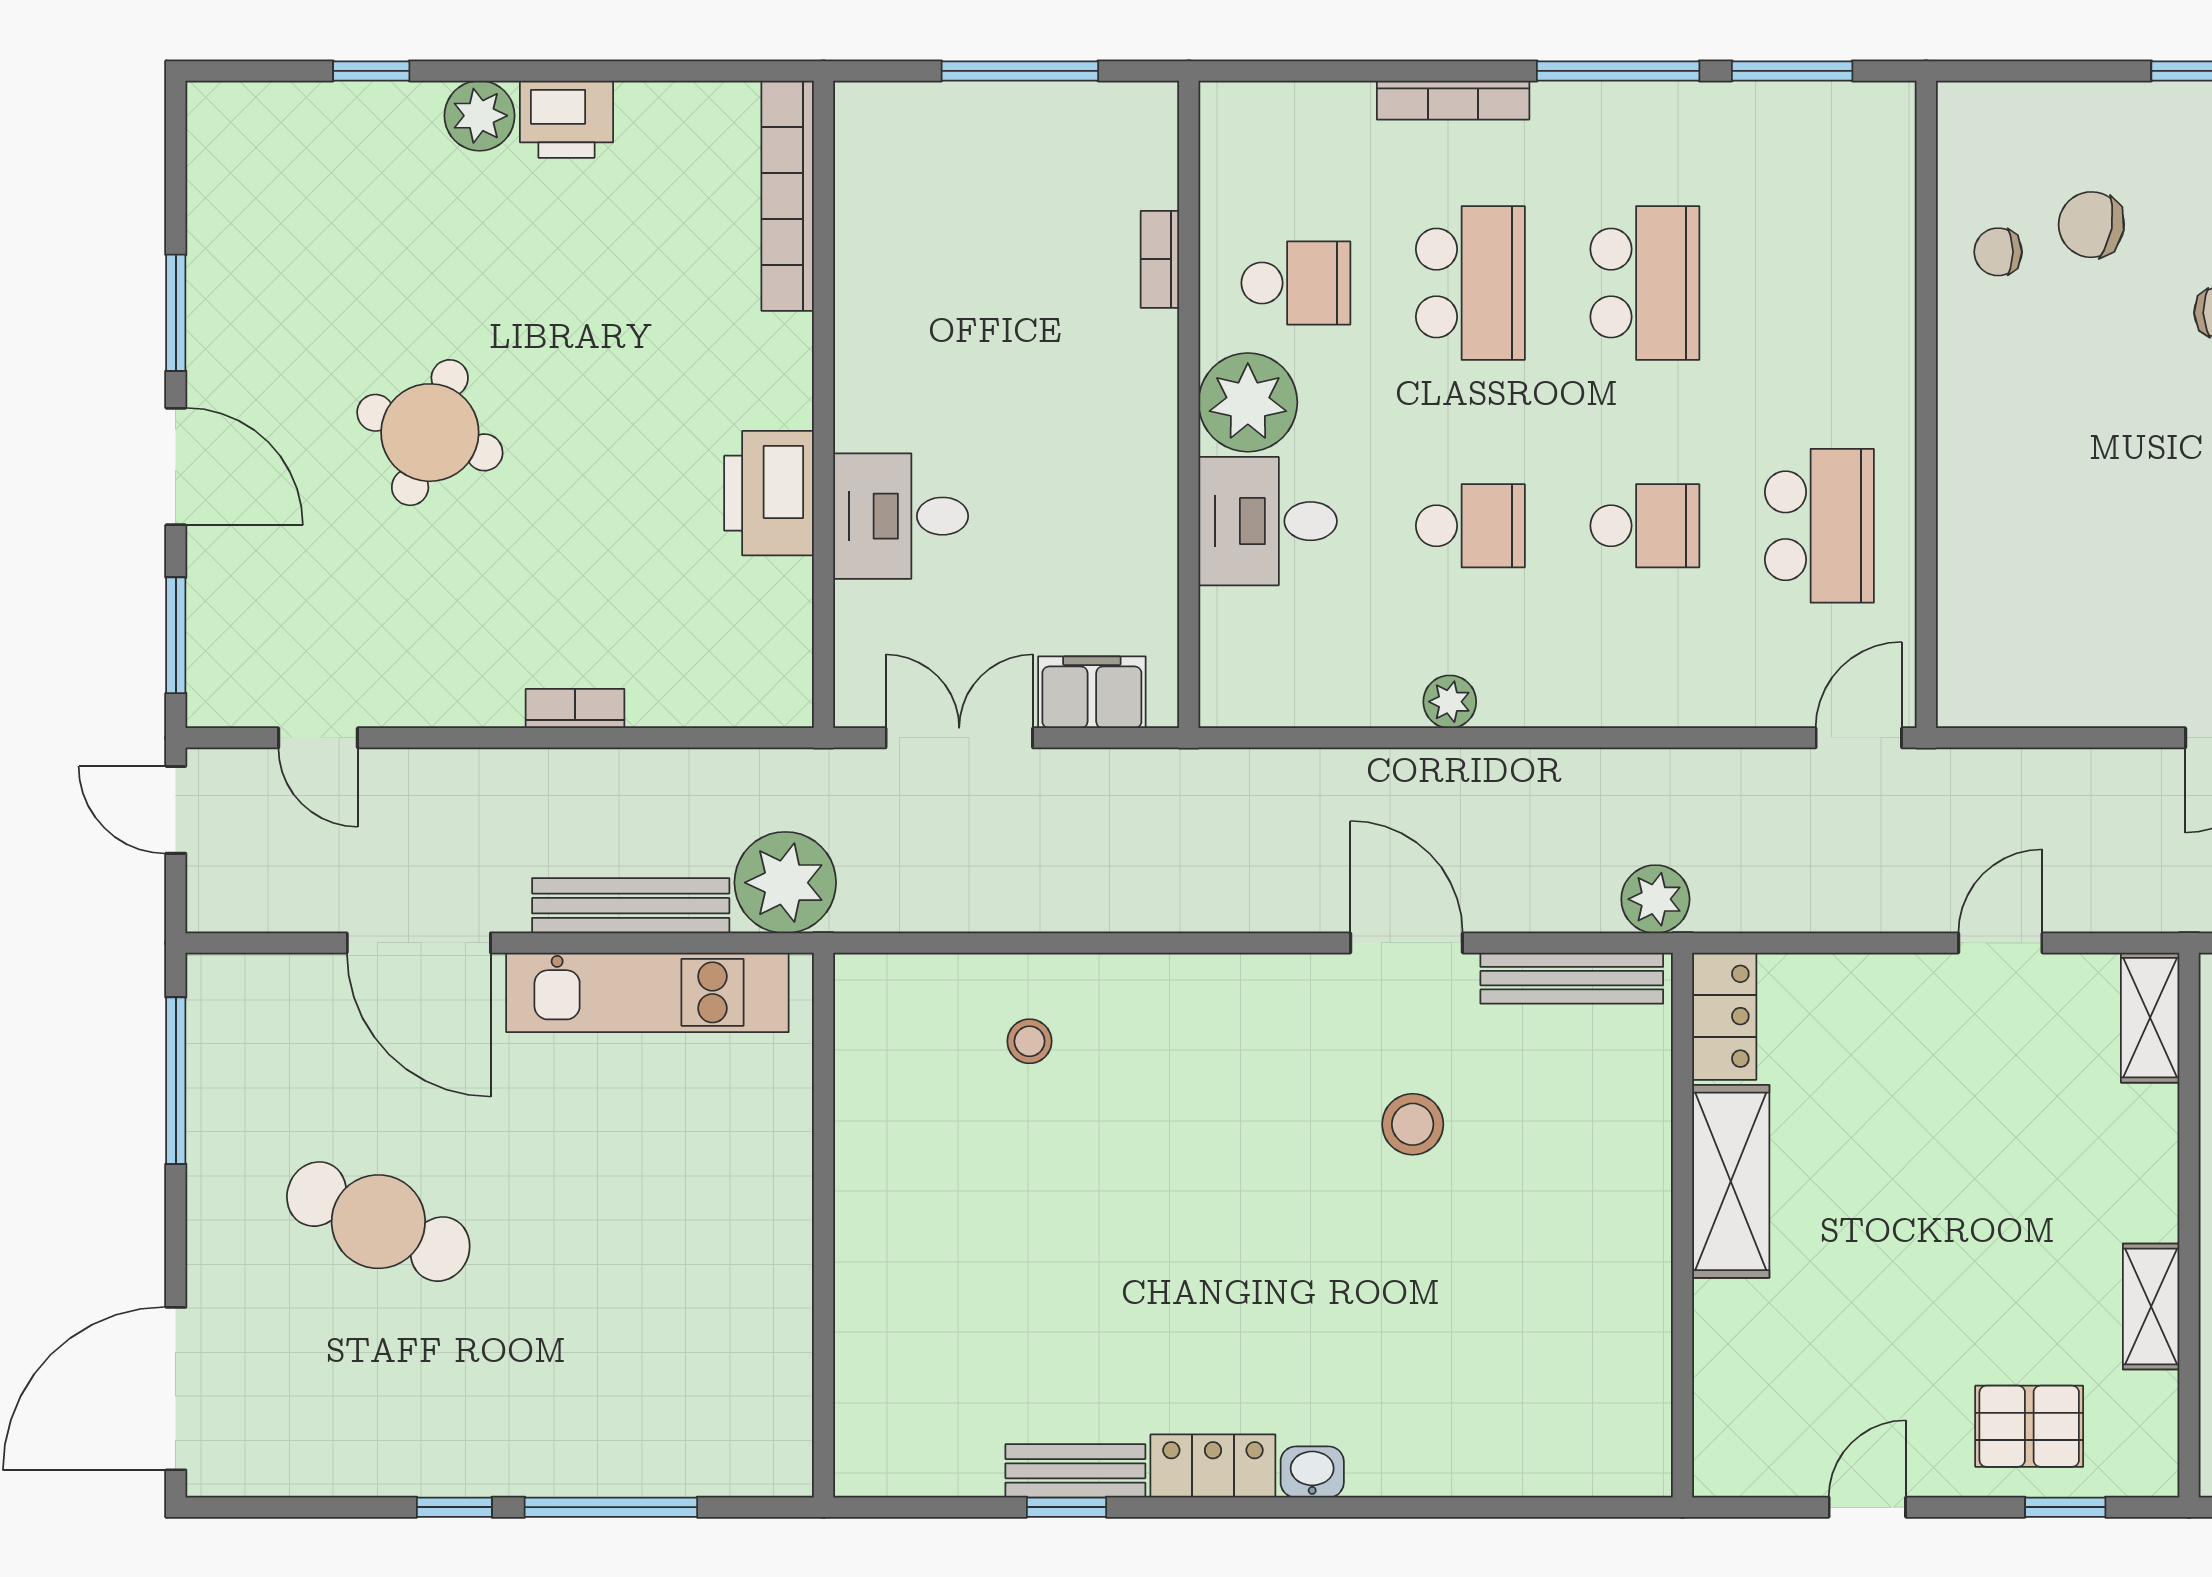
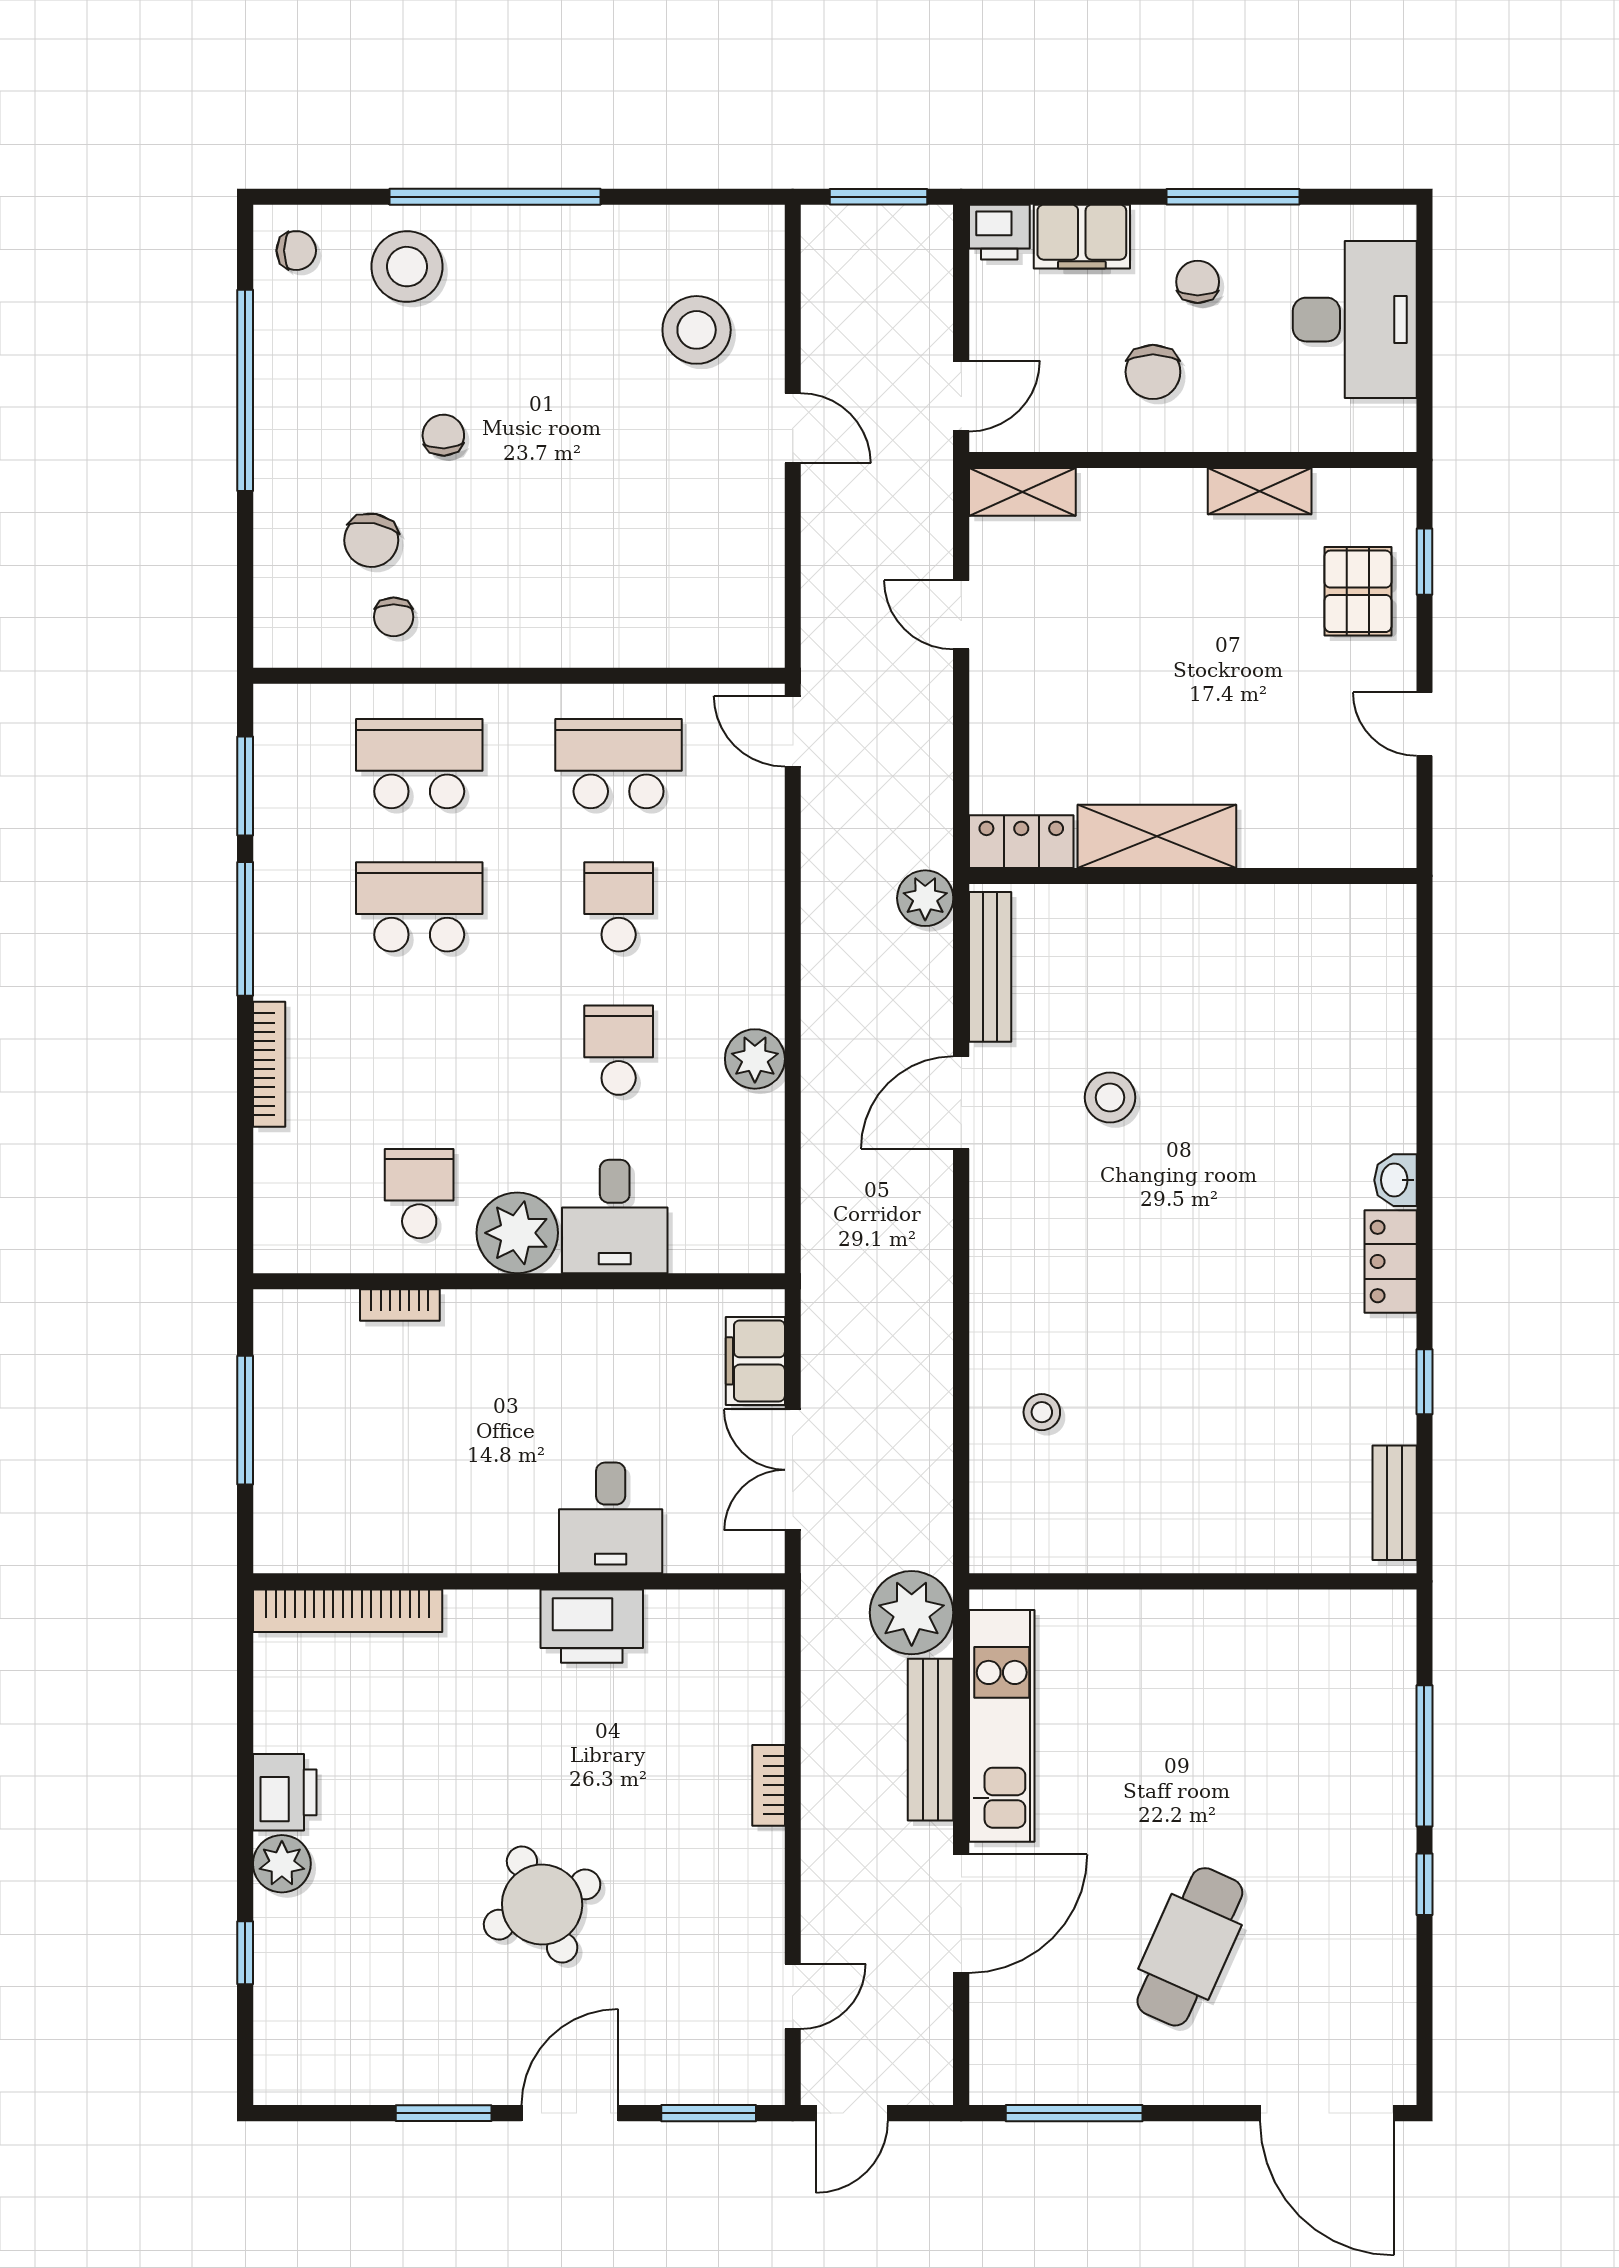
school desk: (1470, 283) -> (419, 764), moved
round table: (430, 433) -> (542, 1905), turned 45
plant: (1450, 702) -> (755, 1059), width x1.38, depth x1.38
bench: (1075, 1471) -> (1395, 1503), moved

